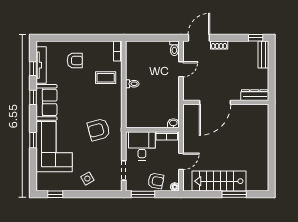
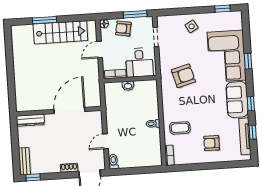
washbasin: (173, 123) -> (128, 86), moved

